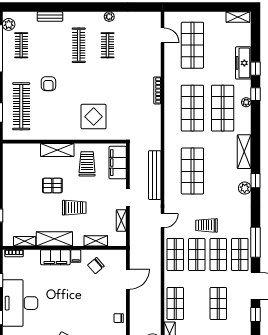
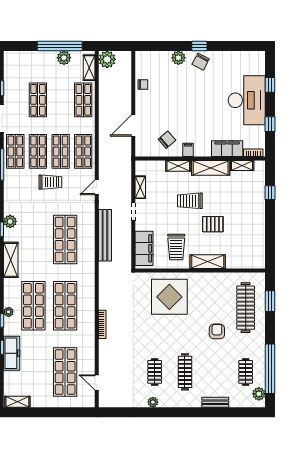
display table: (94, 117) -> (169, 297), width x1.36, depth x1.36
shelving: (96, 241) -> (178, 166), moved
filing cabinet: (55, 257) -> (227, 149), moved

